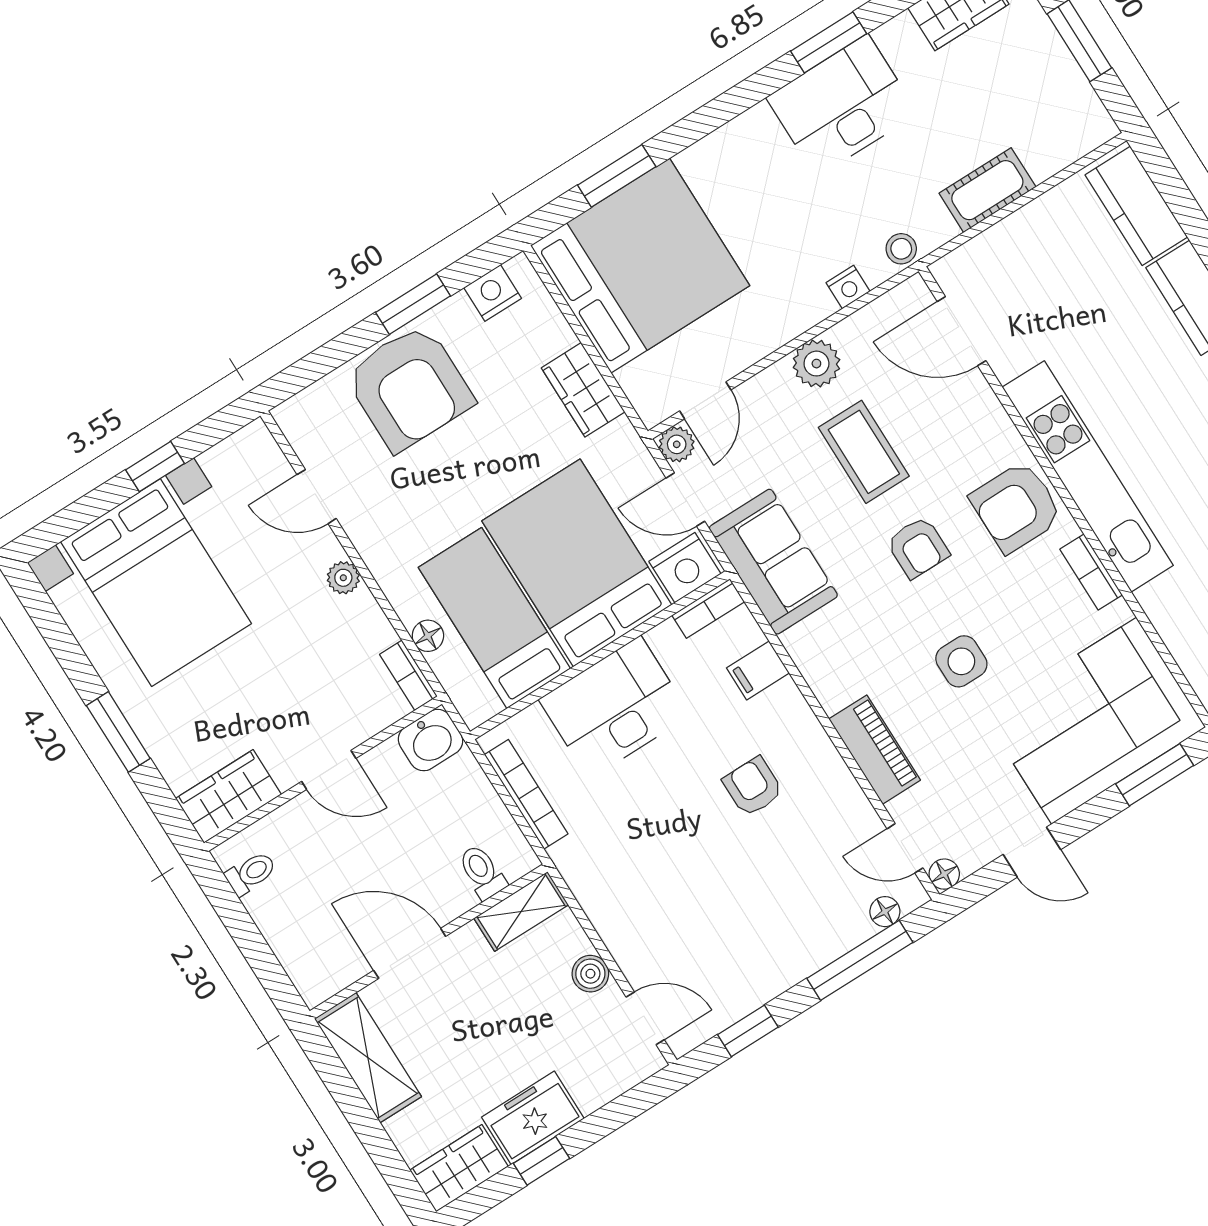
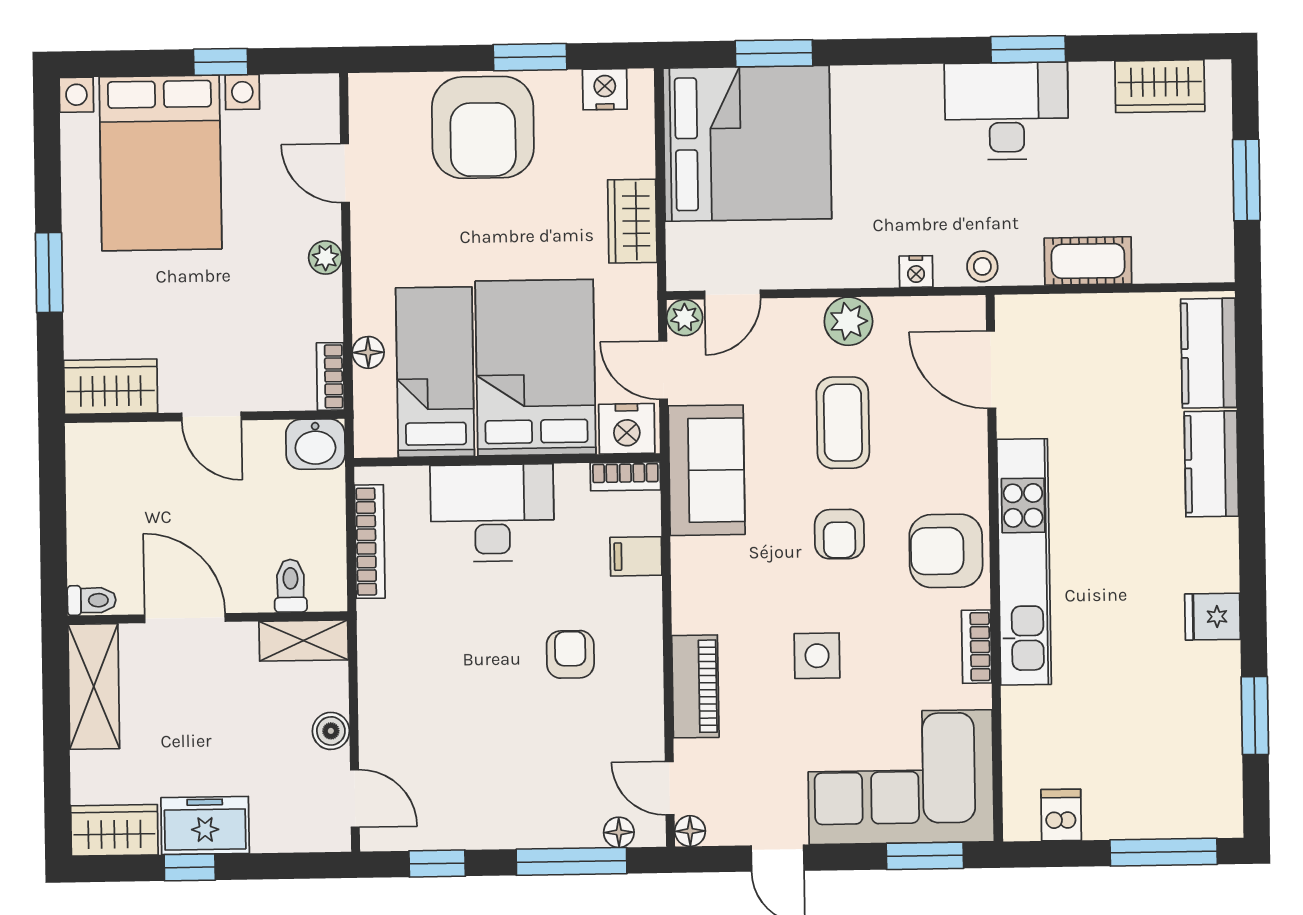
toilet: (251, 873) -> (92, 600), moved

